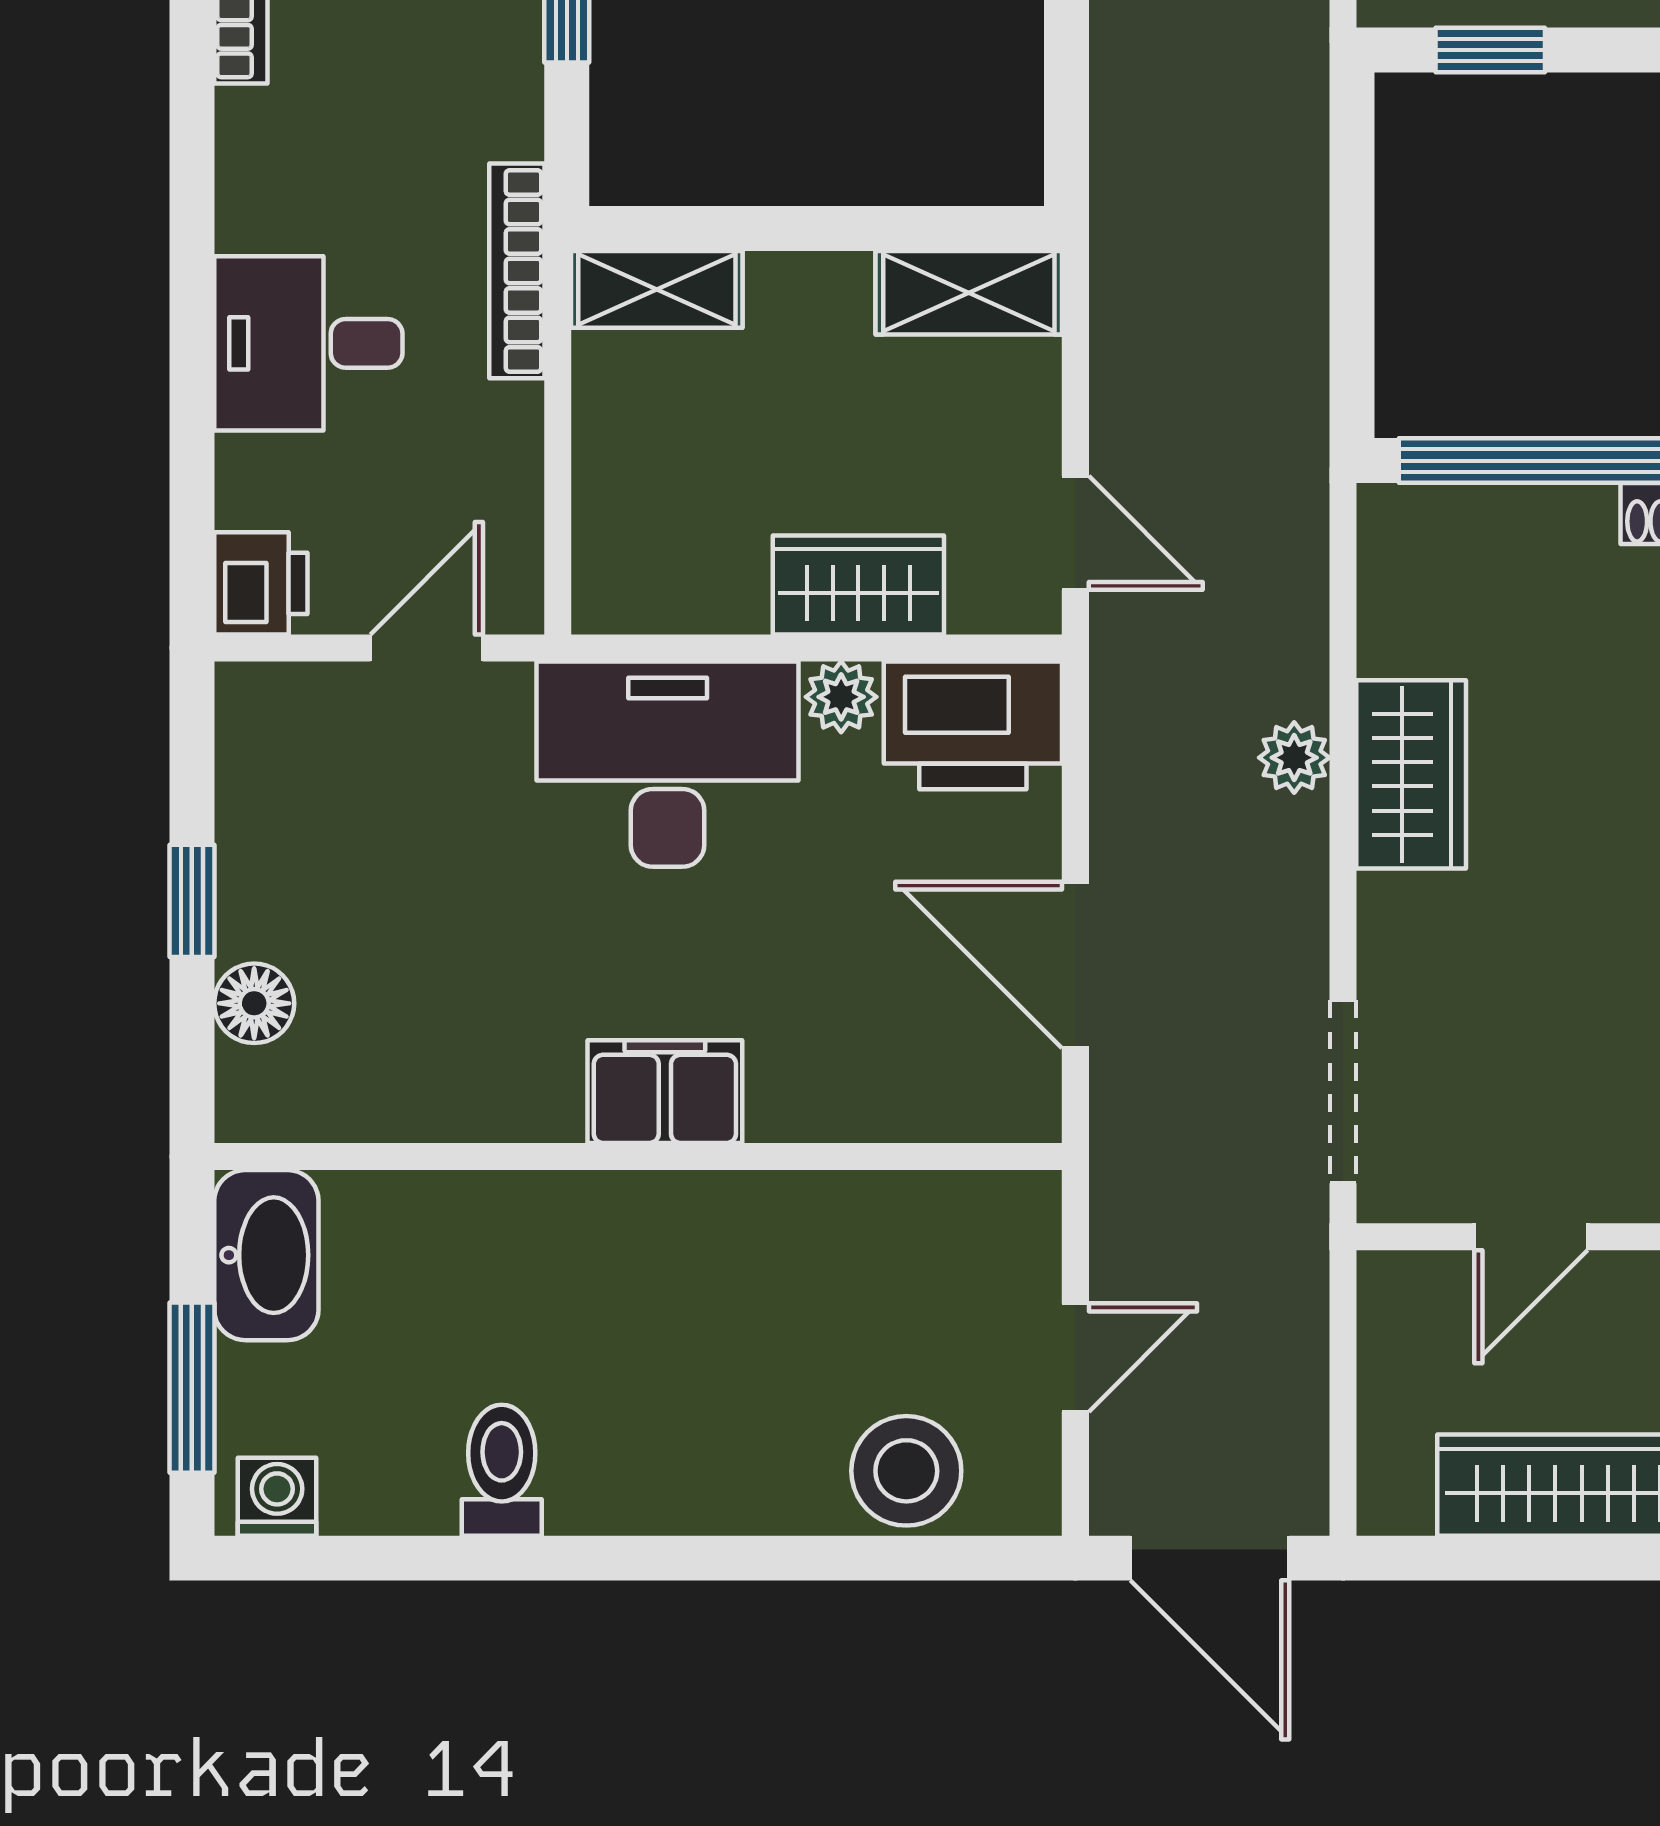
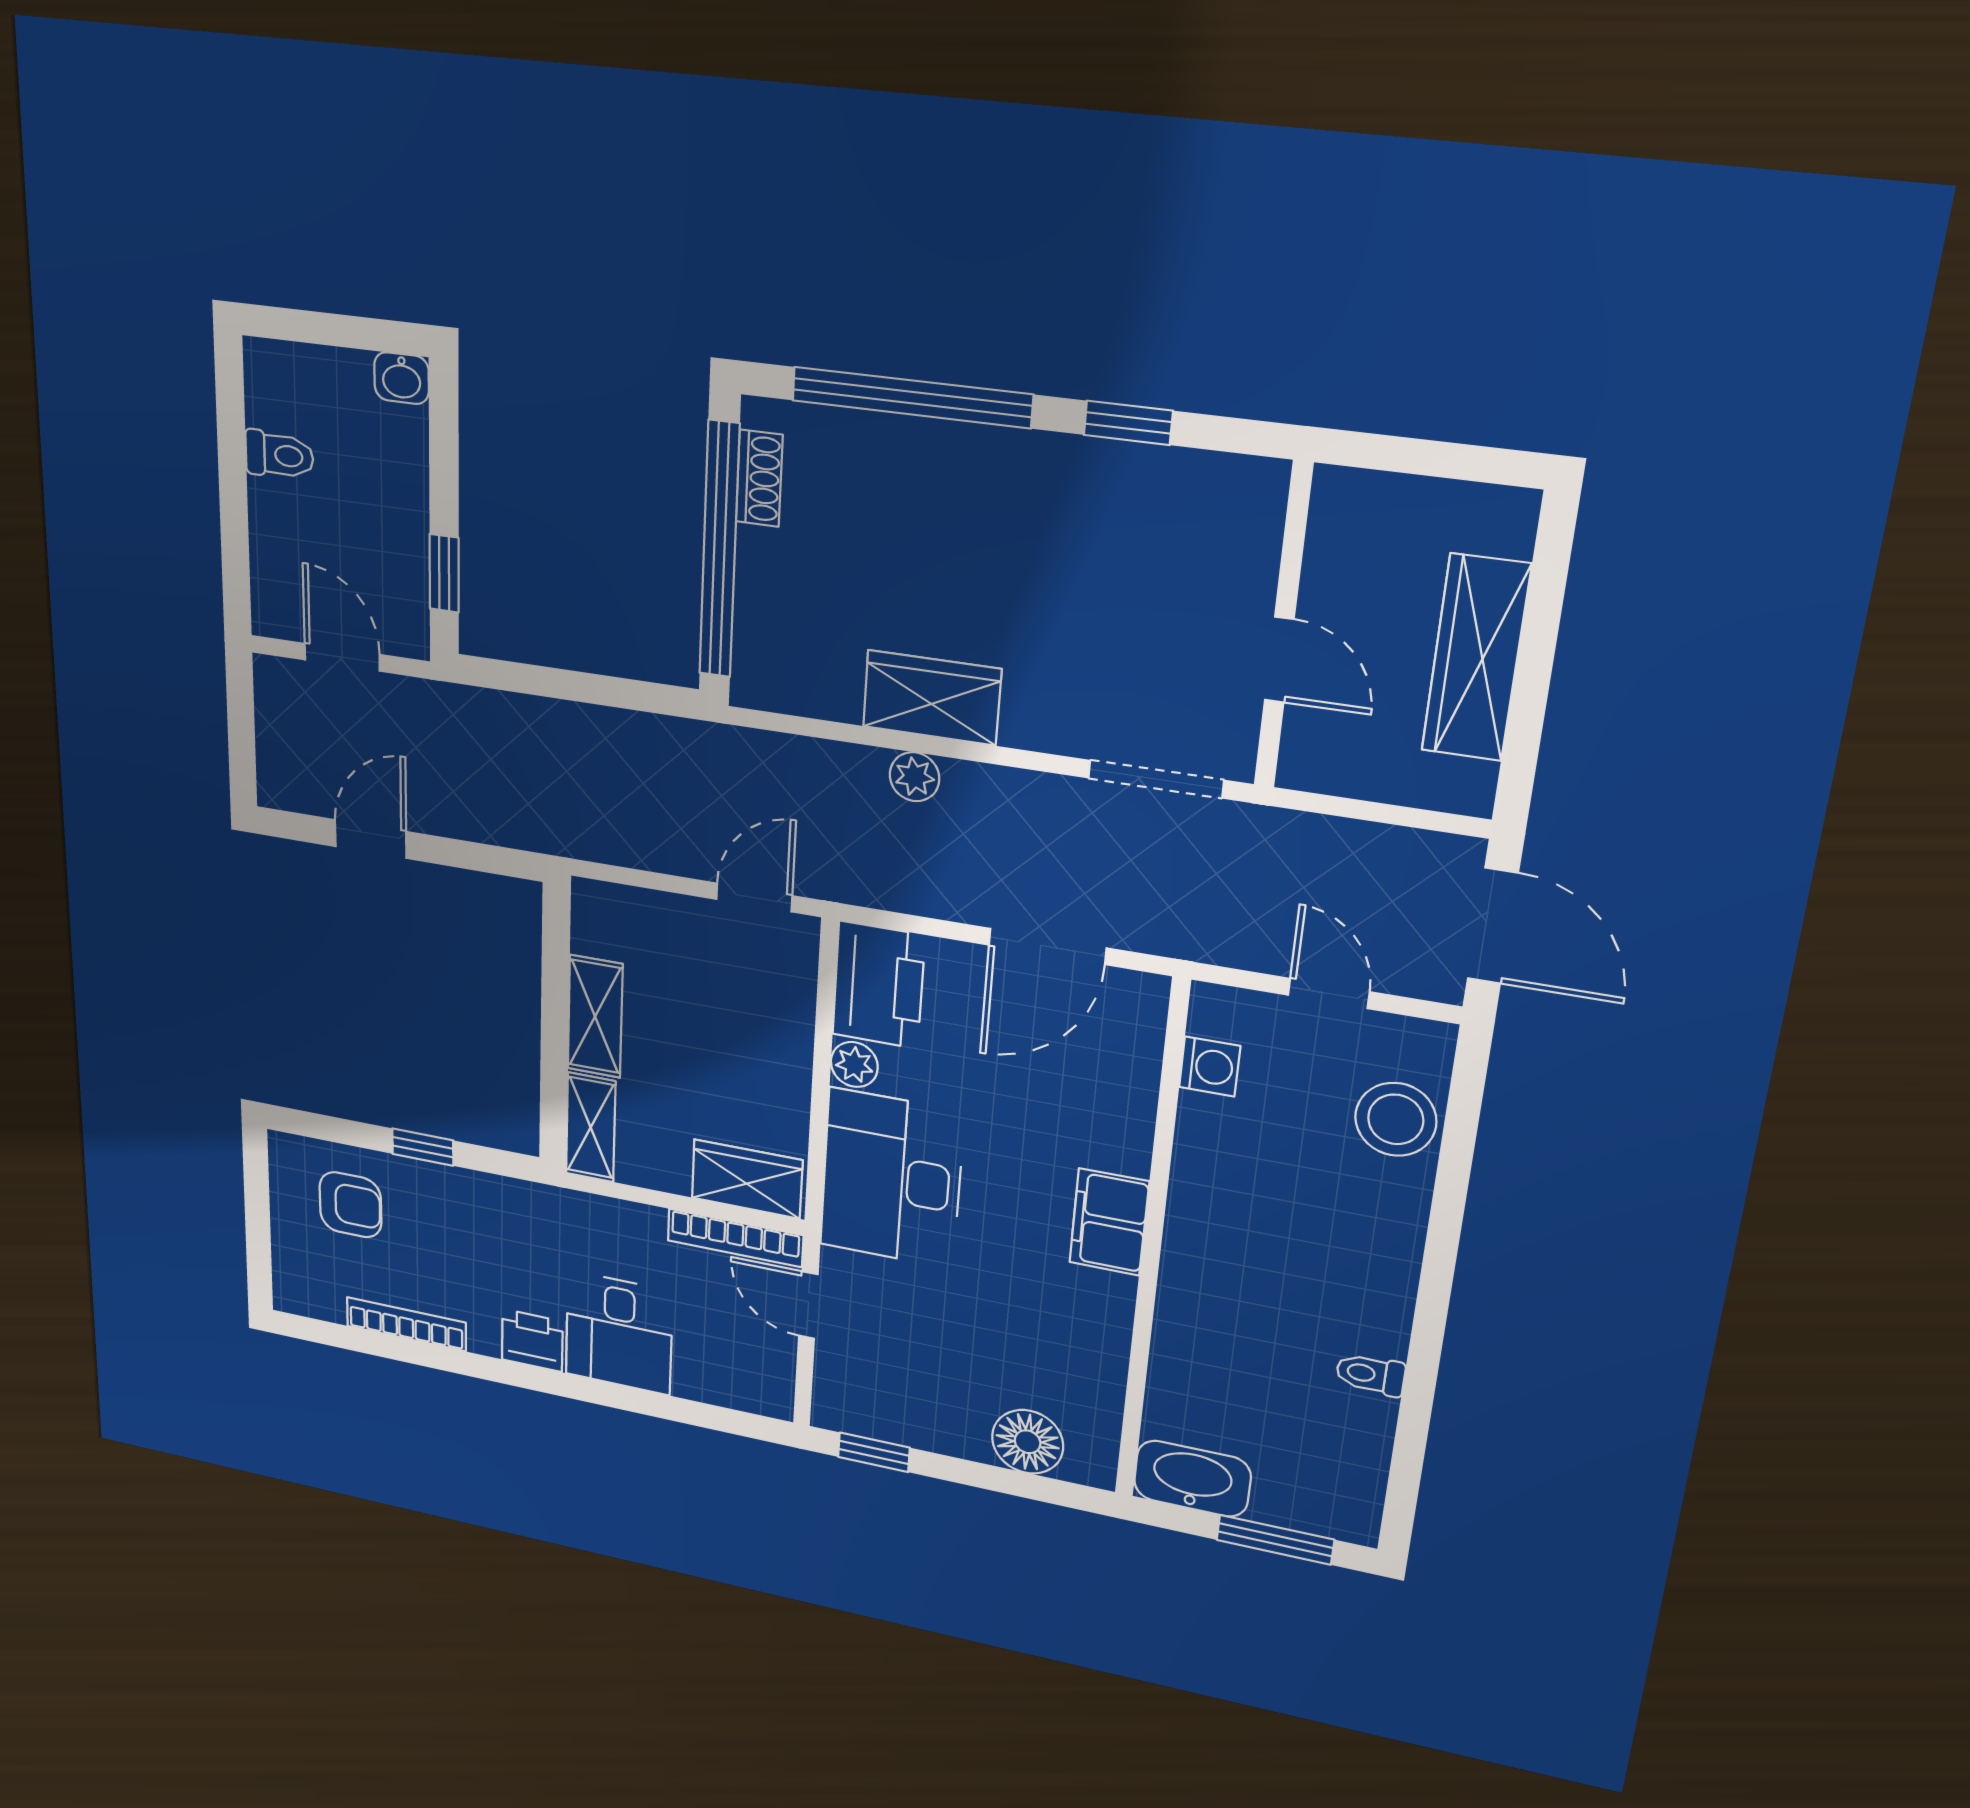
bookcase: (517, 271) -> (735, 1238), moved
shelving: (969, 293) -> (595, 1016), moved
printer: (261, 583) -> (532, 1340), moved
wardrobe: (858, 585) -> (747, 1179), moved, turned 90
window: (192, 901) -> (874, 1452), moved
floor lamp: (254, 1003) -> (1028, 1442), width x1.38, depth x1.38
toilet: (502, 1470) -> (1370, 1374), width x0.73, depth x0.72
washing machine: (277, 1497) -> (1210, 1067), moved, turned 180
door: (1210, 1558) -> (1493, 926), hinge flipped

